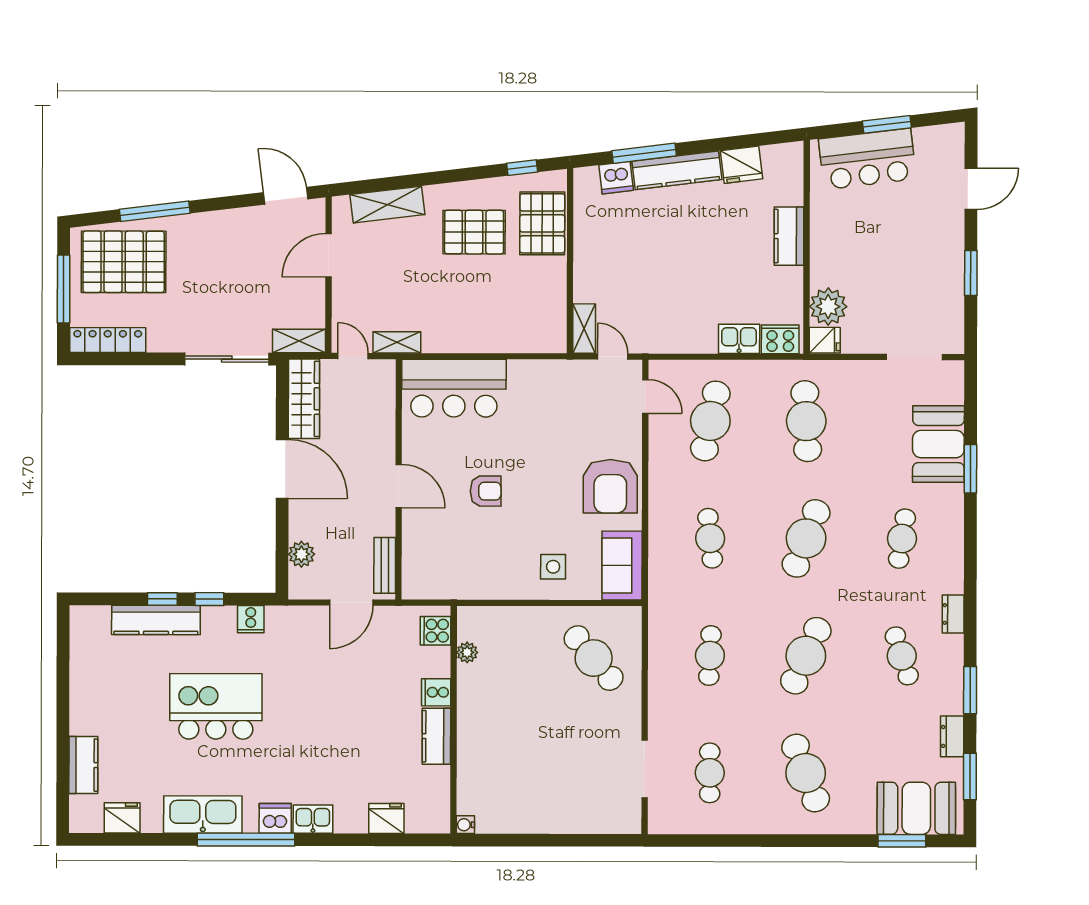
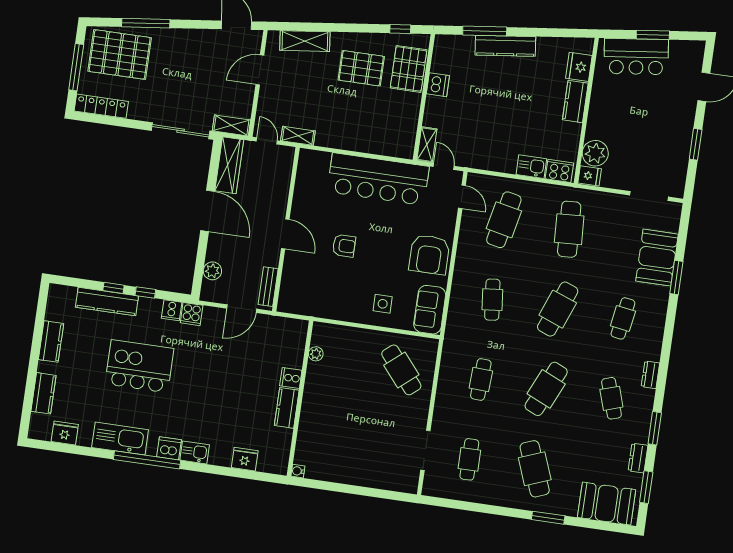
fridge: (741, 165) -> (579, 67), moved, turned 97
dishwasher: (616, 178) -> (438, 85), moved, turned -83
bar counter: (454, 388) -> (378, 179), moved, width x1.36
cooker: (436, 631) -> (192, 314), moved, turned -90
kitchen counter: (84, 689) -> (51, 342), added
window: (902, 841) -> (548, 518), moved

